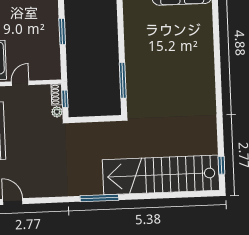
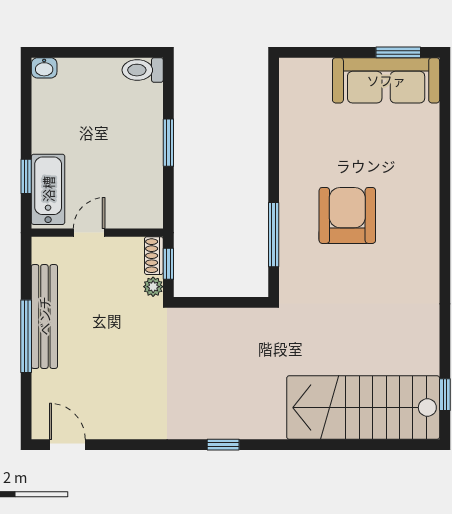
armchair: (163, 68) -> (347, 215), added
stairs: (161, 175) -> (363, 408), width x0.73
window: (99, 198) -> (223, 445), width x0.46

